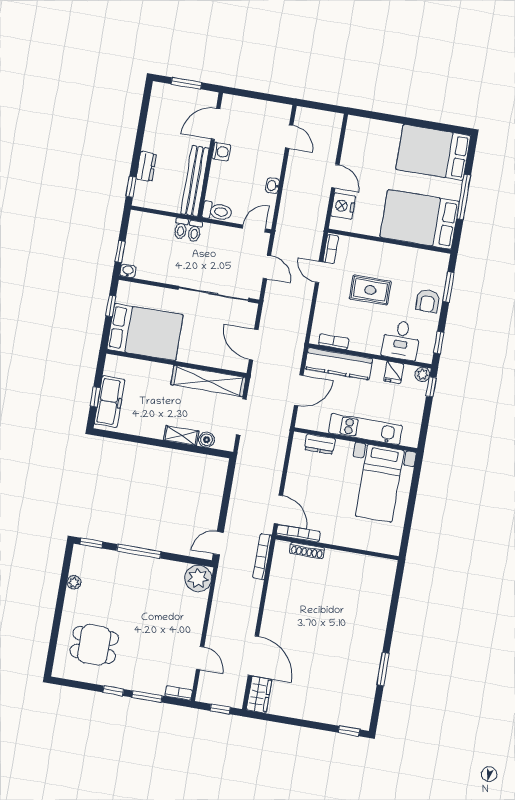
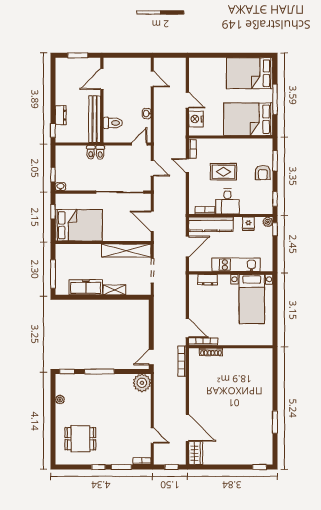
washing machine: (221, 152) -> (109, 97), removed
toilet: (217, 211) -> (113, 123), moved
desk: (401, 340) -> (227, 201), moved
window: (95, 397) -> (53, 274), width x2.17
freezer: (109, 402) -> (86, 287), moved, turned -90
boiler: (207, 440) -> (132, 290), removed

